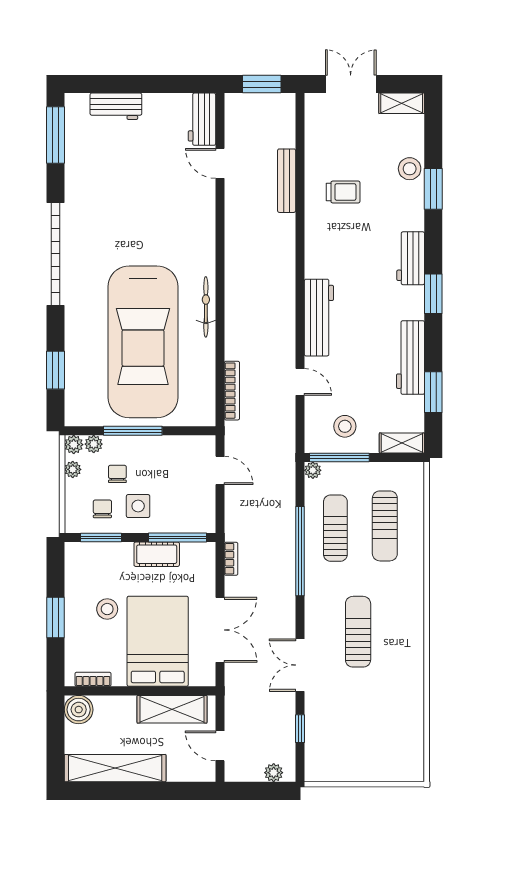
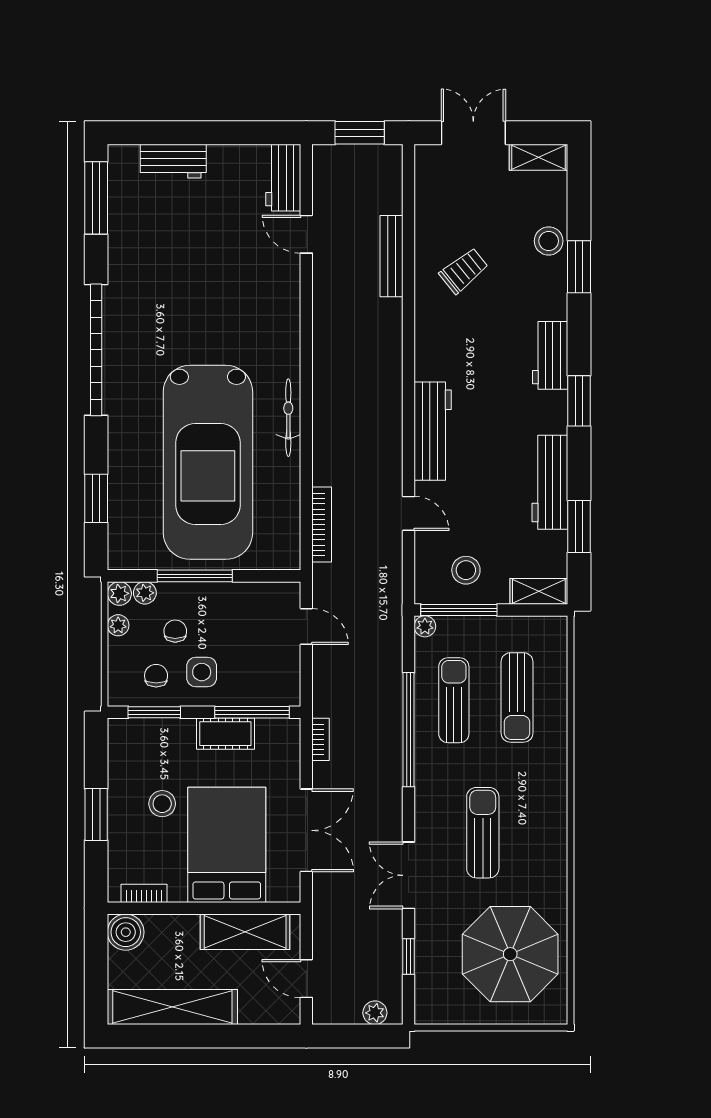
trolley: (343, 192) -> (464, 271), turned -39
parasol: (380, 727) -> (510, 954), added

